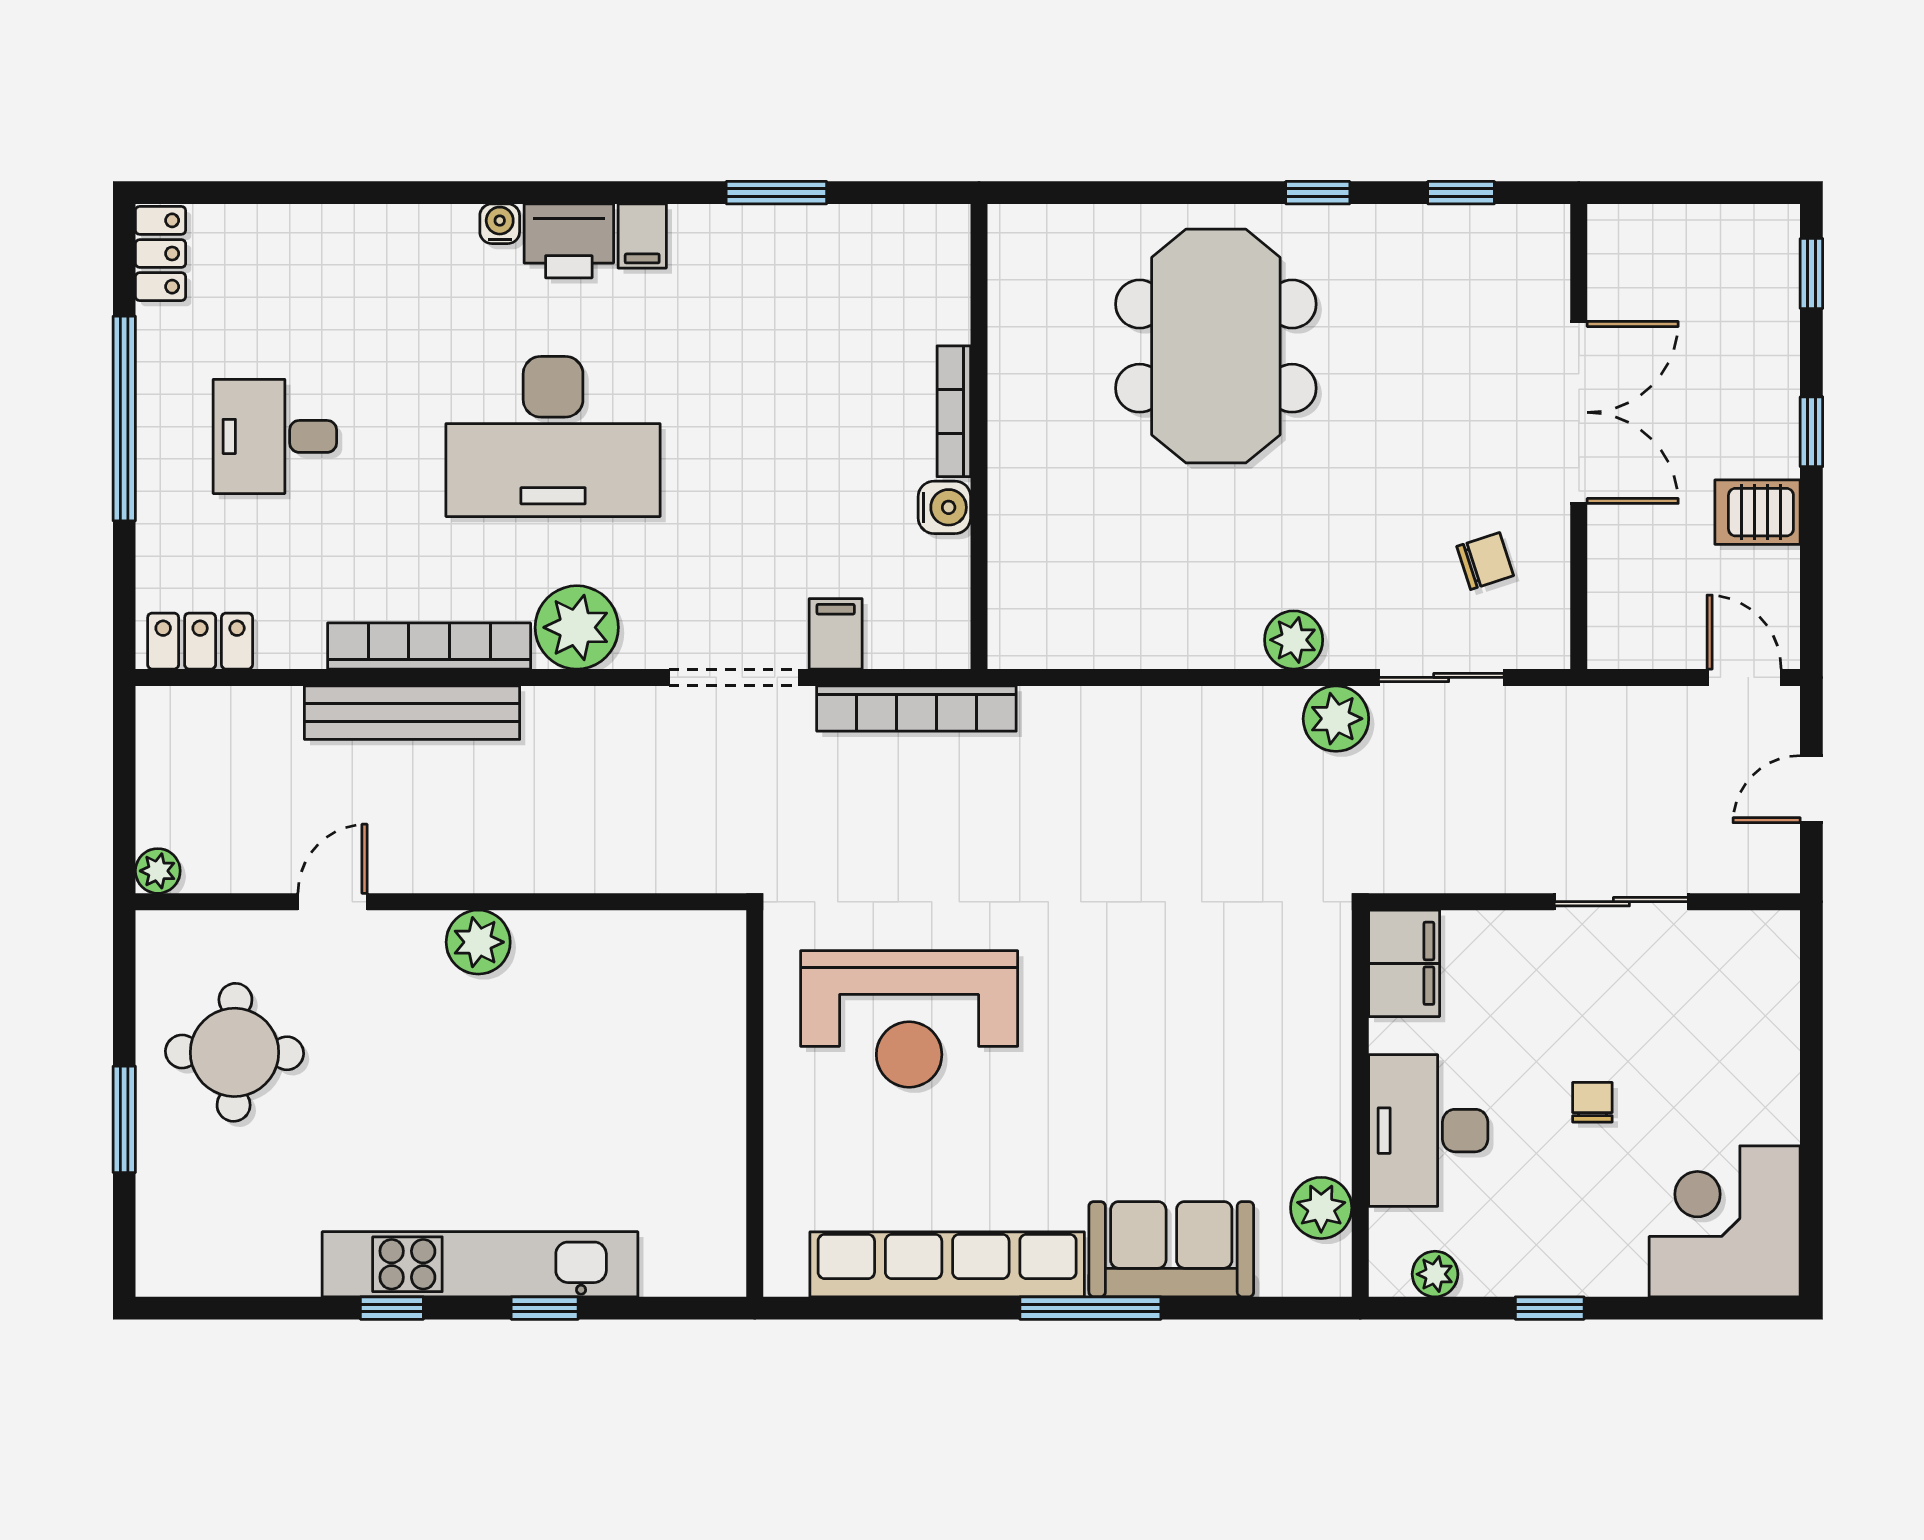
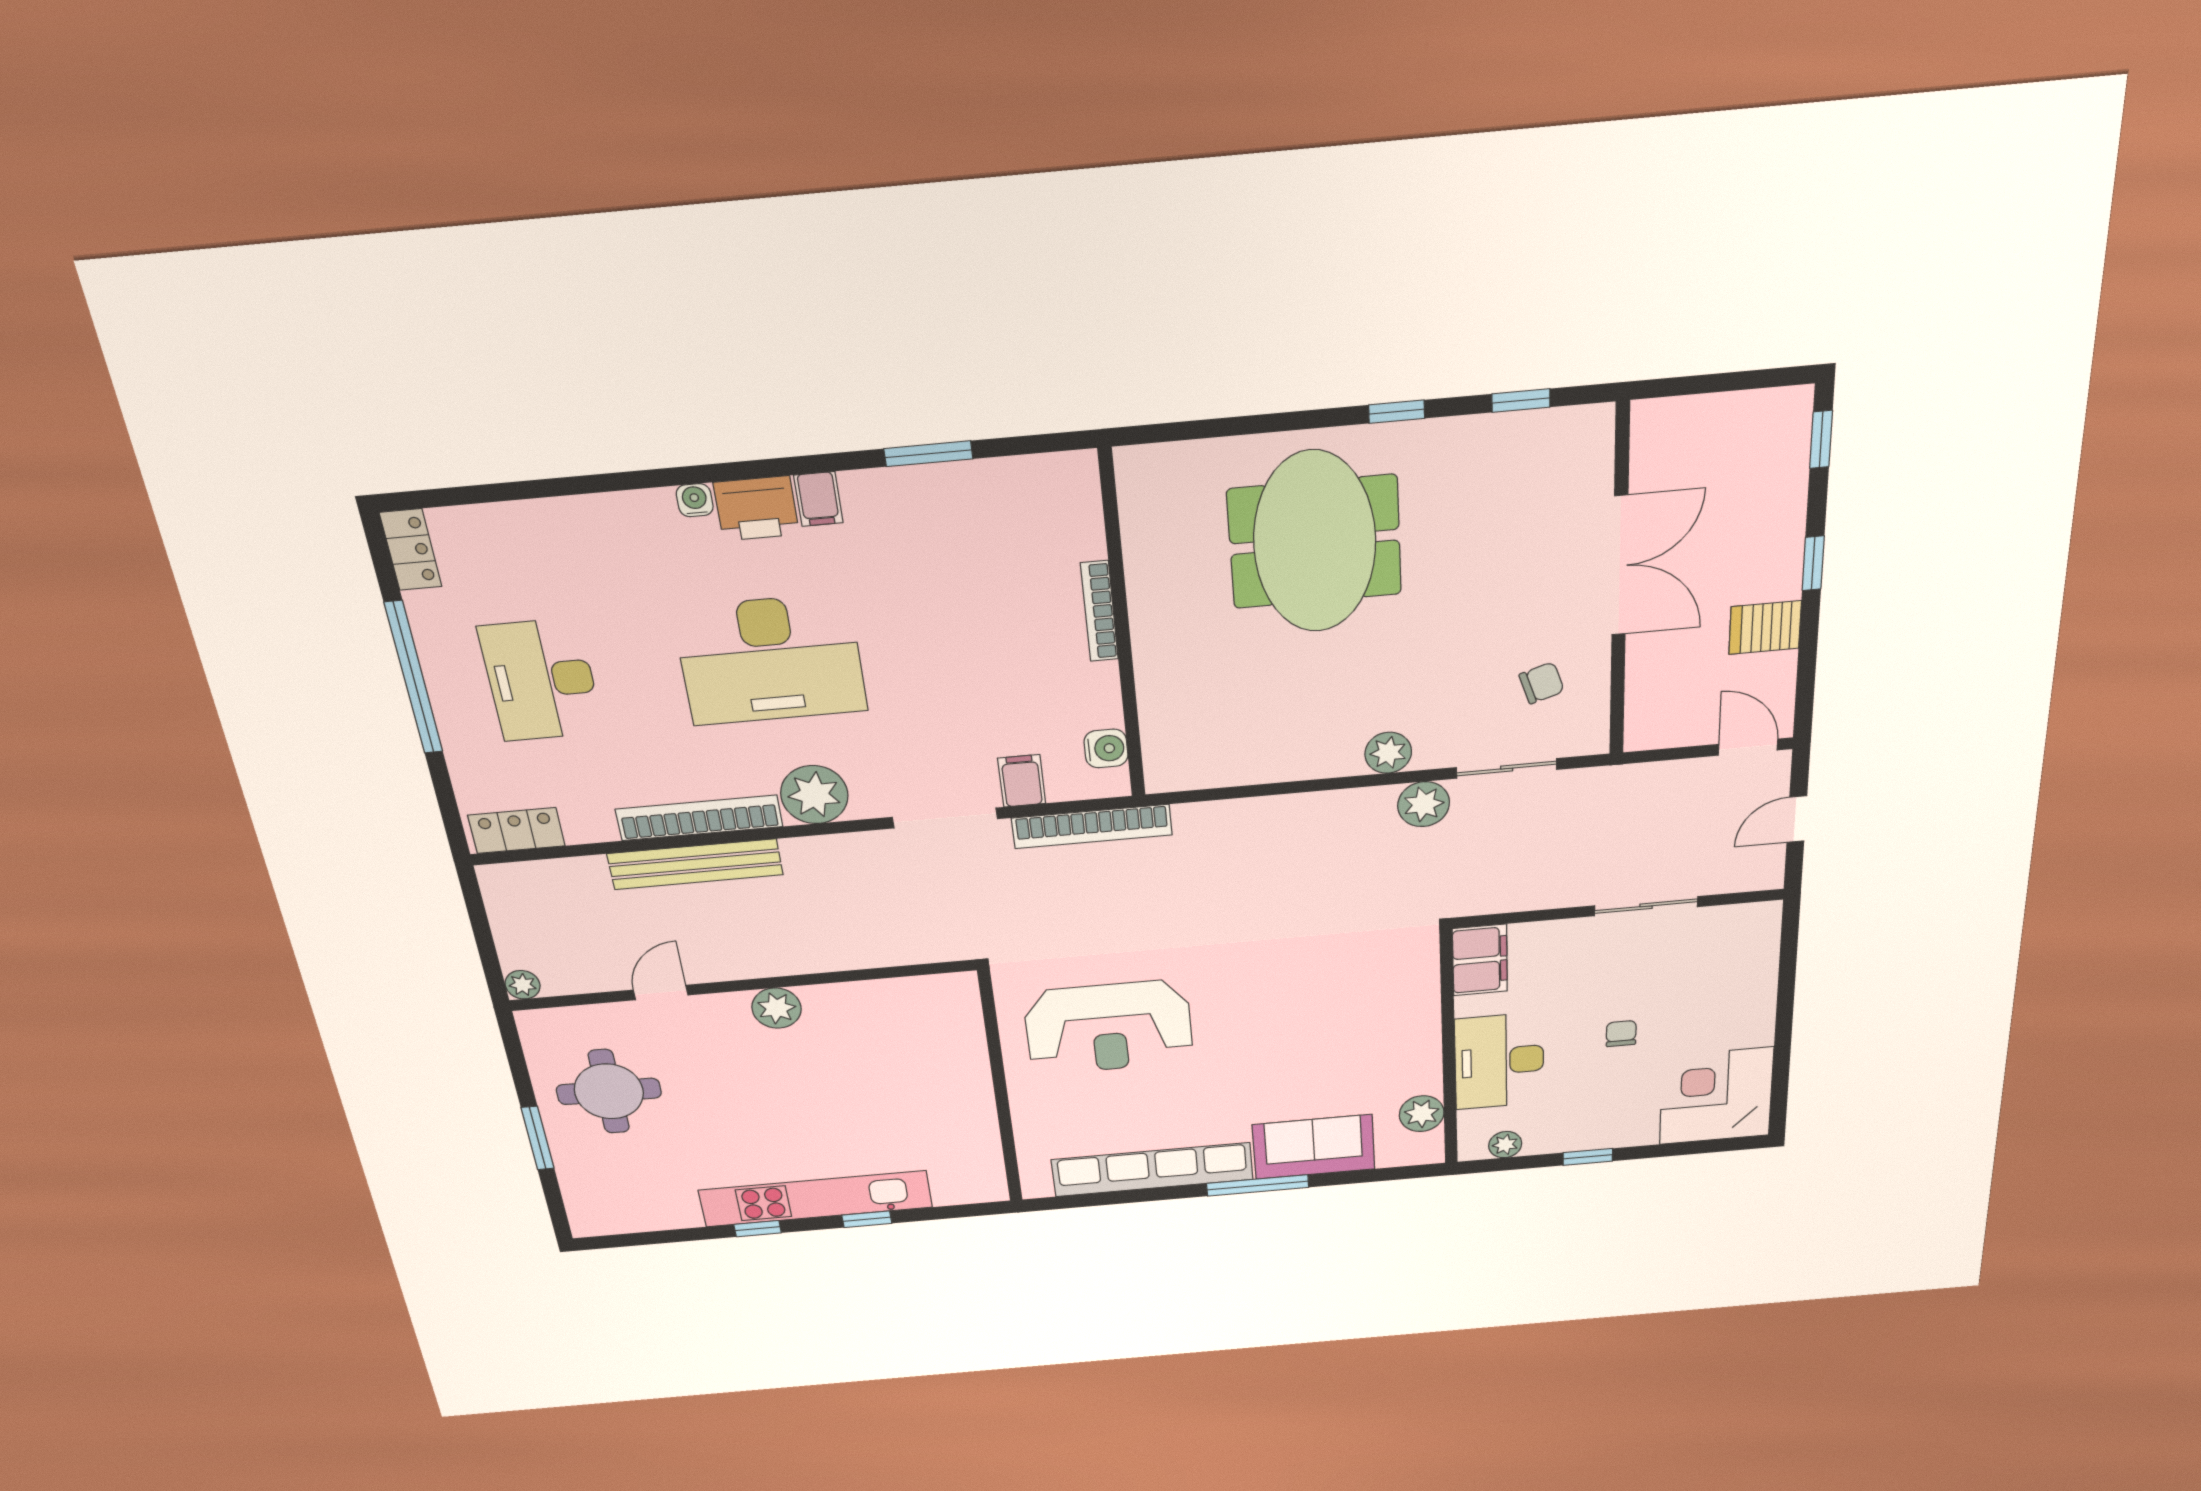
desk: (275, 436) -> (541, 680), width x1.37
water cooler: (944, 507) -> (1106, 748), moved

